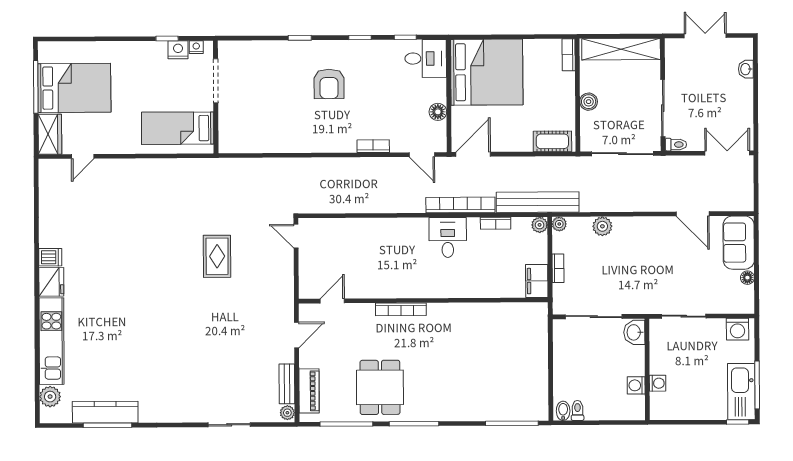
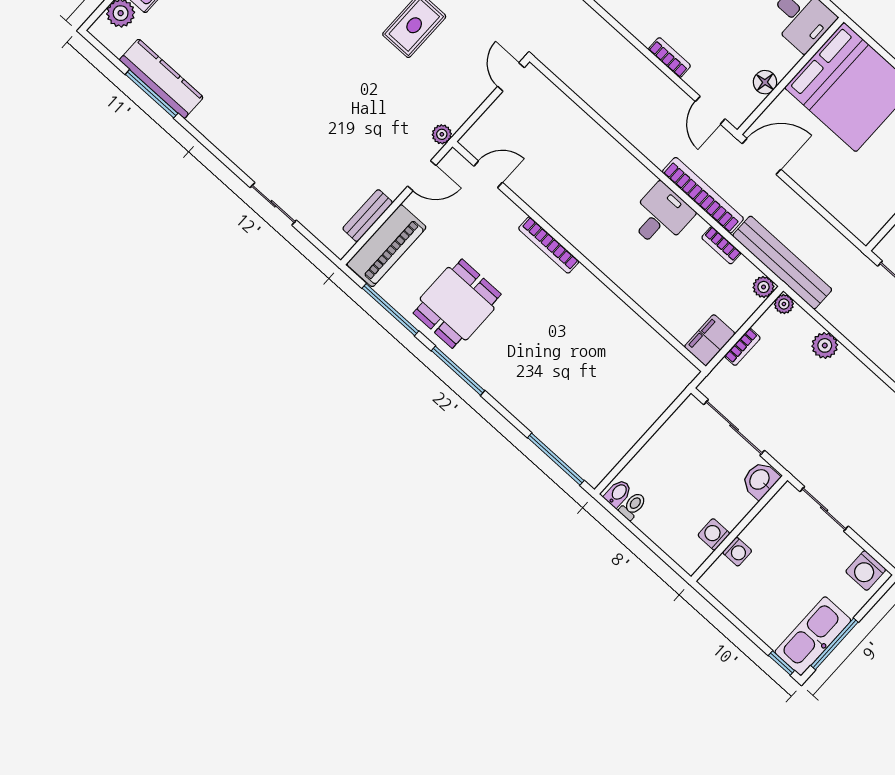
cot: (552, 141) -> (852, 216), removed
piano: (309, 391) -> (387, 246), width x1.37, depth x1.33
plant: (287, 413) -> (442, 134), moved

